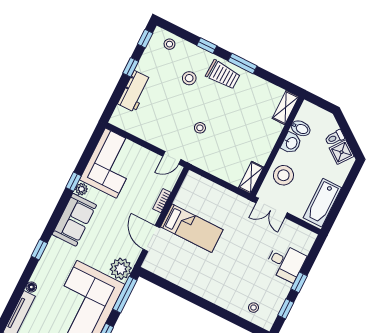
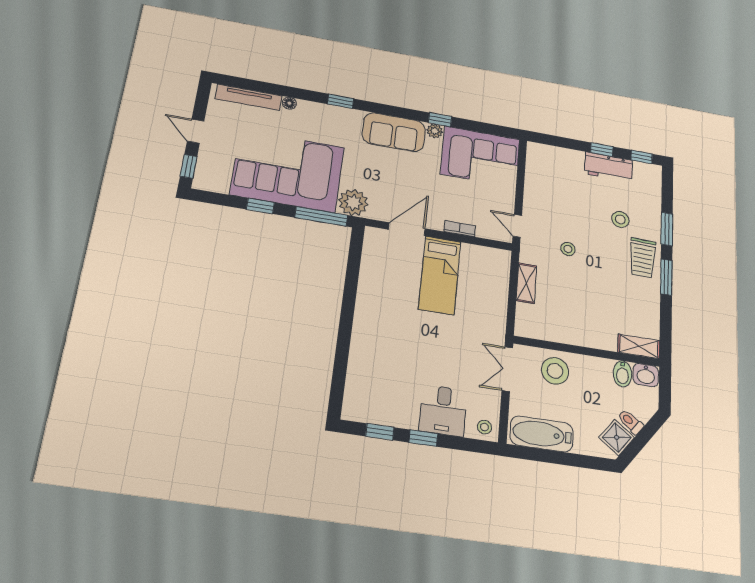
stool: (169, 44) -> (648, 186), removed
window: (207, 46) -> (667, 229), width x1.50
workbench: (134, 91) -> (609, 167), moved
washbasin: (291, 143) -> (646, 375), moved
shelving: (251, 177) -> (526, 283), moved, turned 90
stool: (253, 308) -> (484, 427), moved

